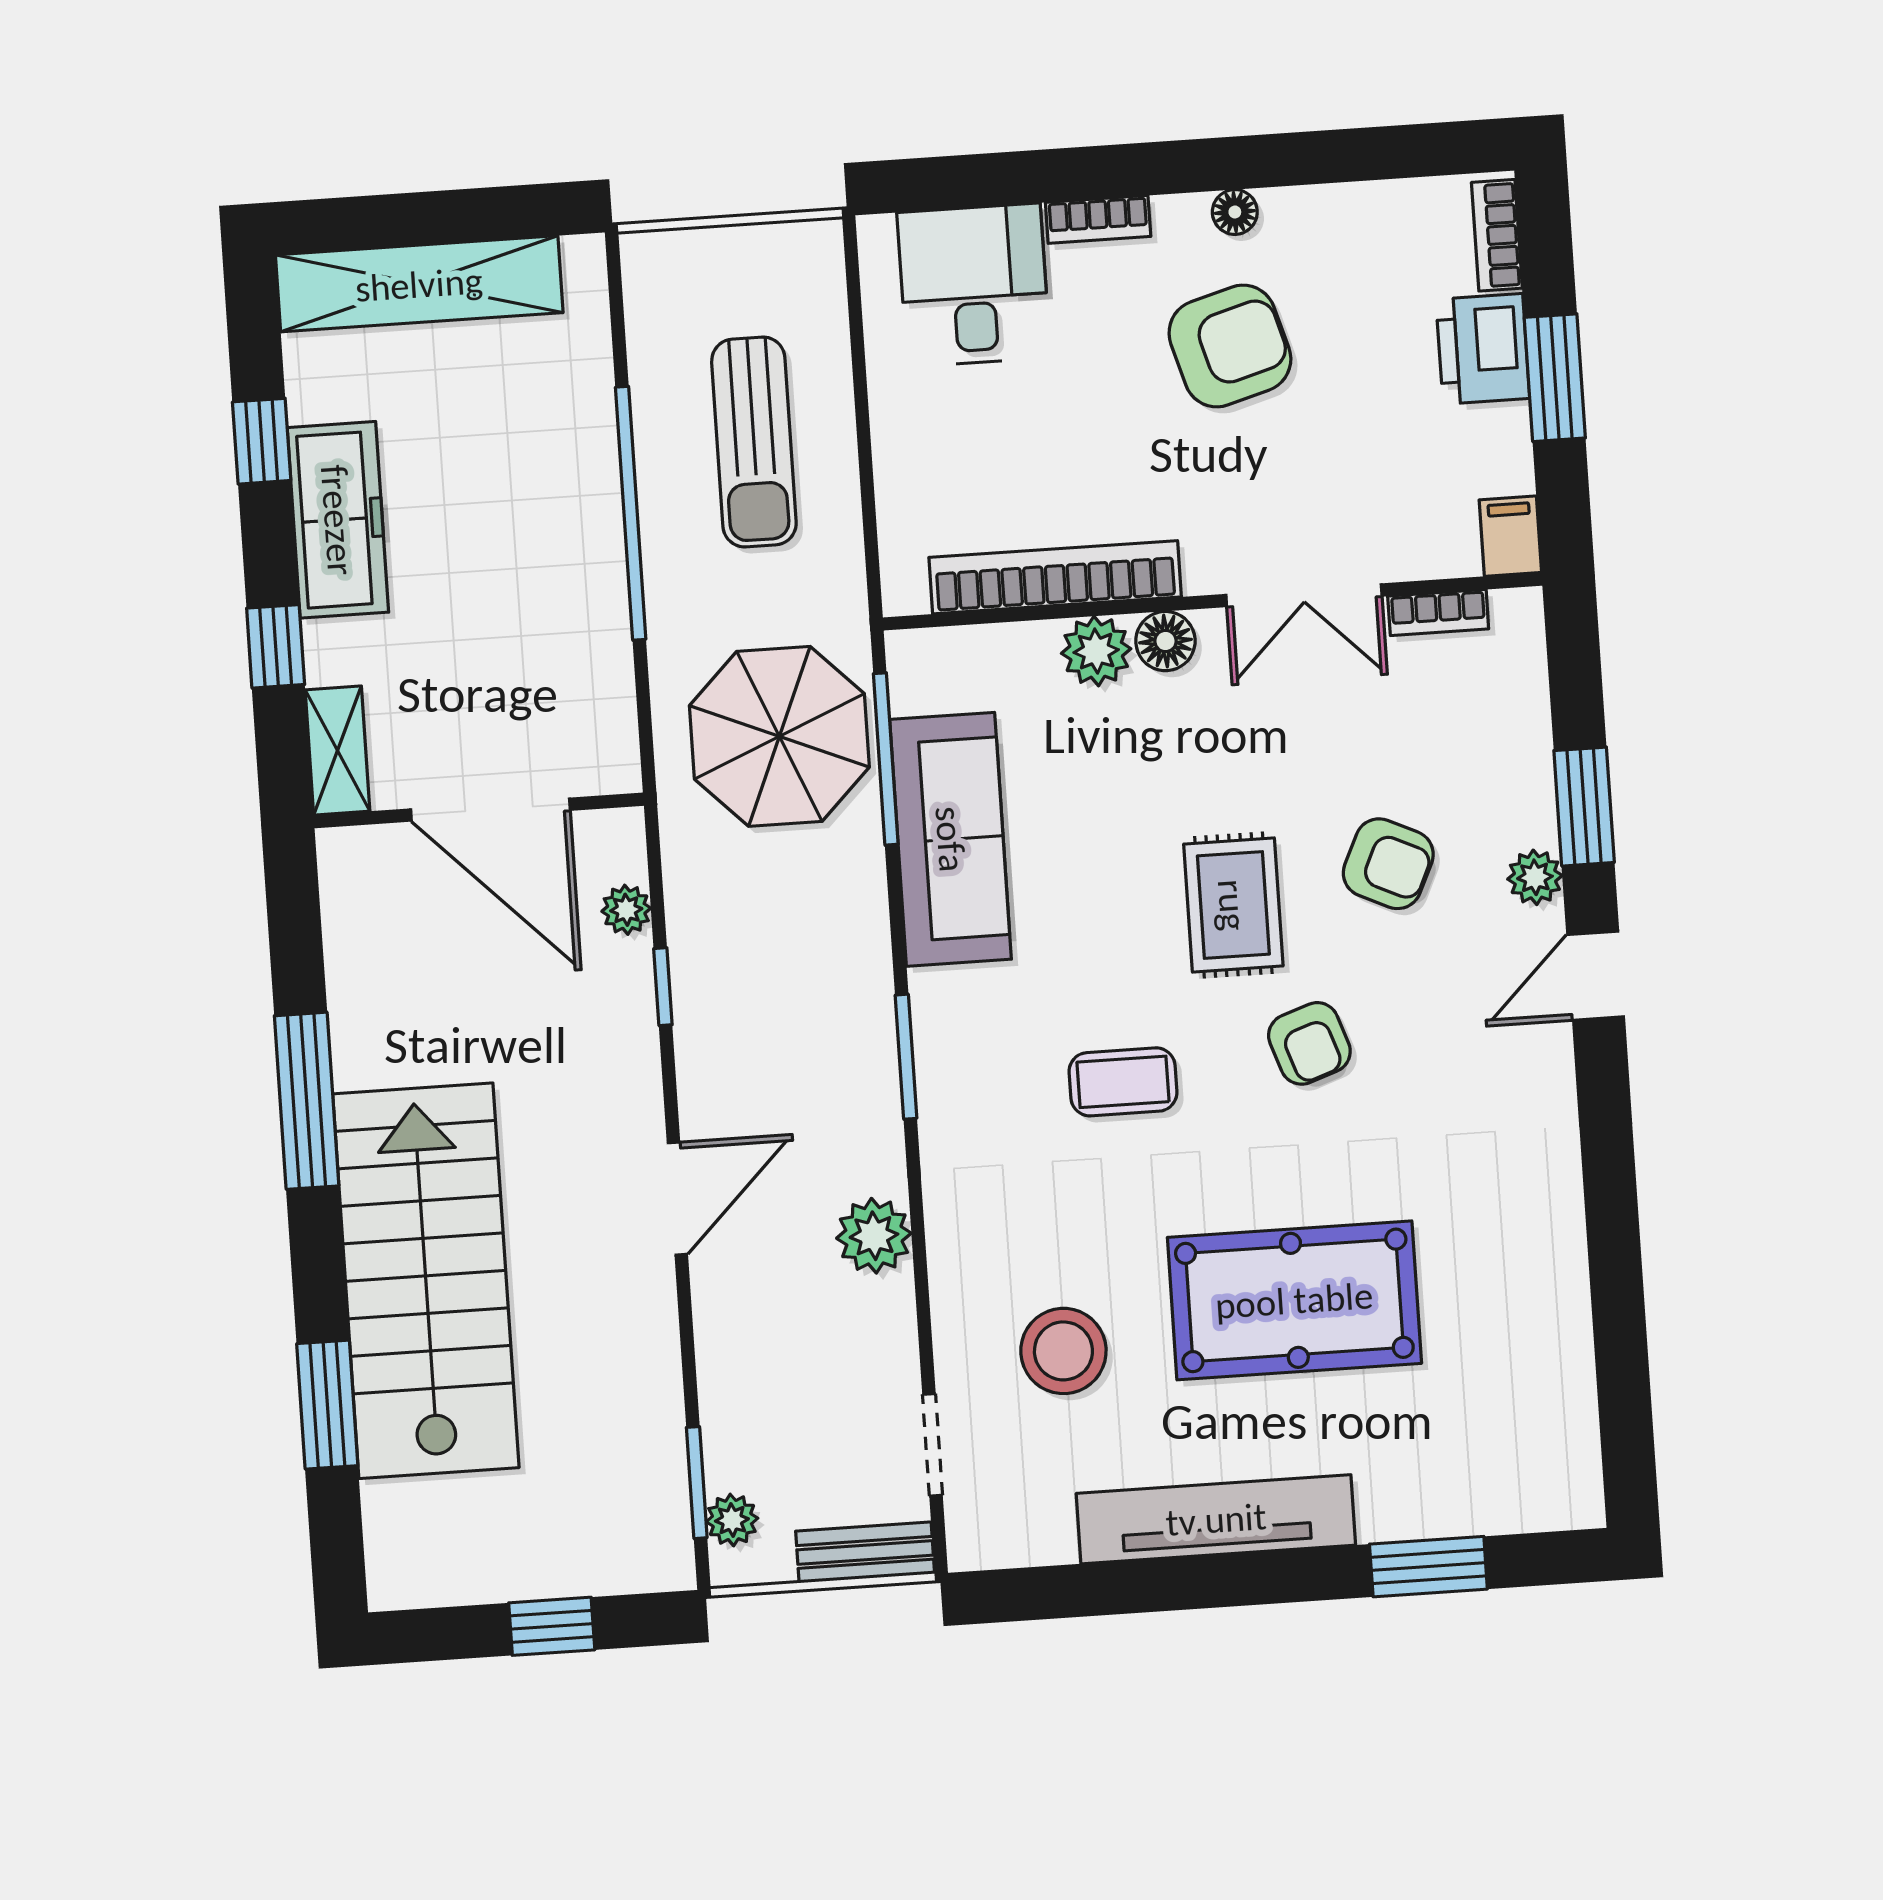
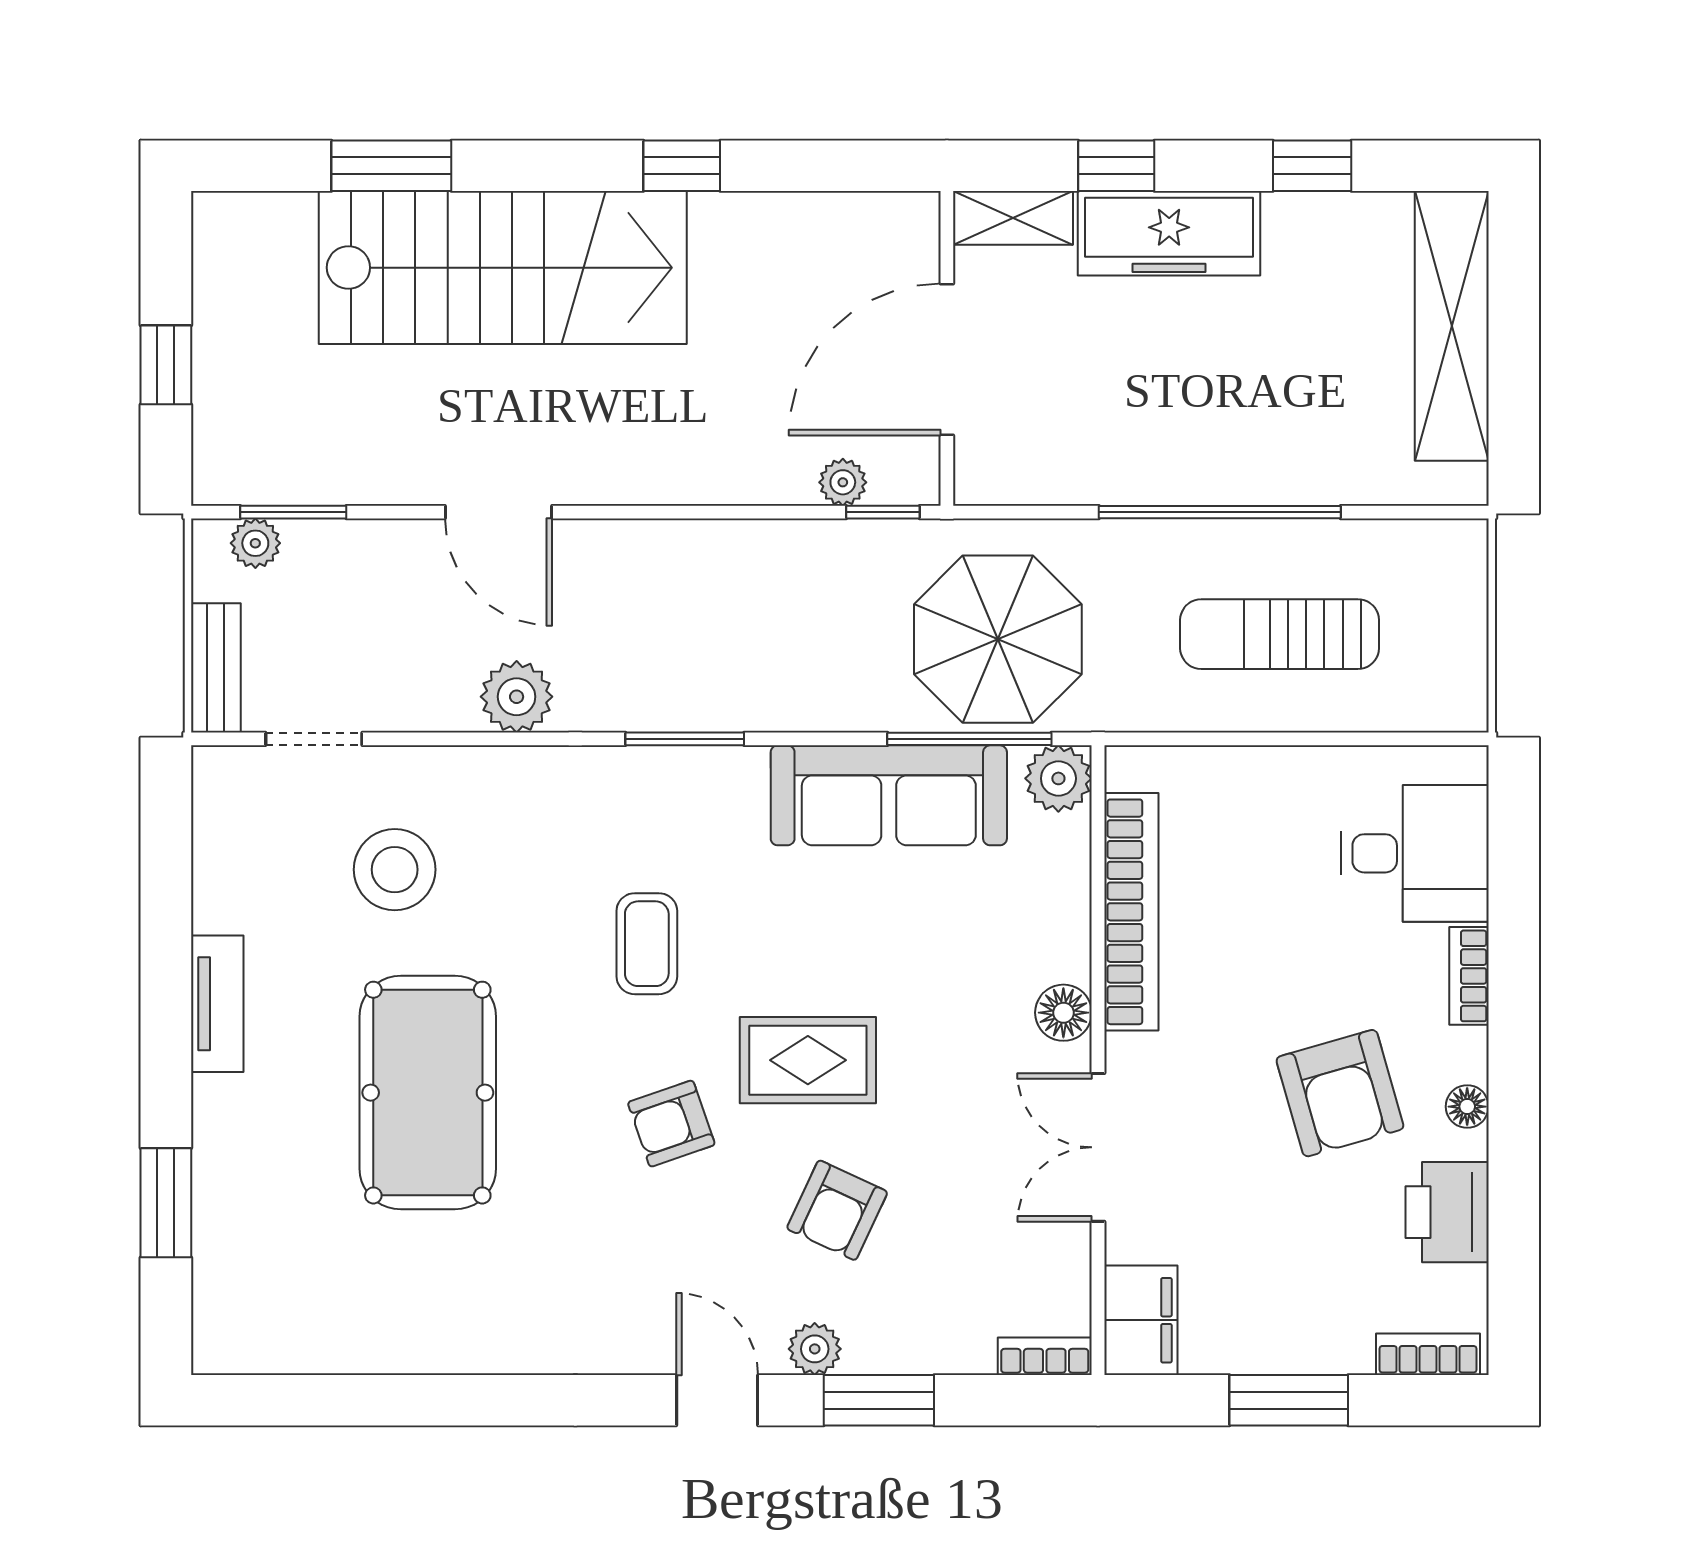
printer: (1483, 349) -> (1447, 1212), moved, turned -90
freezer: (338, 520) -> (1169, 233), moved
filing cabinet: (1510, 536) -> (1141, 1320), width x2.00
bookcase: (1438, 612) -> (1045, 1356), moved, turned 90
plant: (1096, 651) -> (1058, 778), moved
window: (663, 987) -> (883, 512), moved
window: (307, 1101) -> (682, 166), width x0.46
door: (677, 1199) -> (499, 512), moved
tv unit: (1216, 1519) -> (217, 1004), width x0.52, depth x0.78

